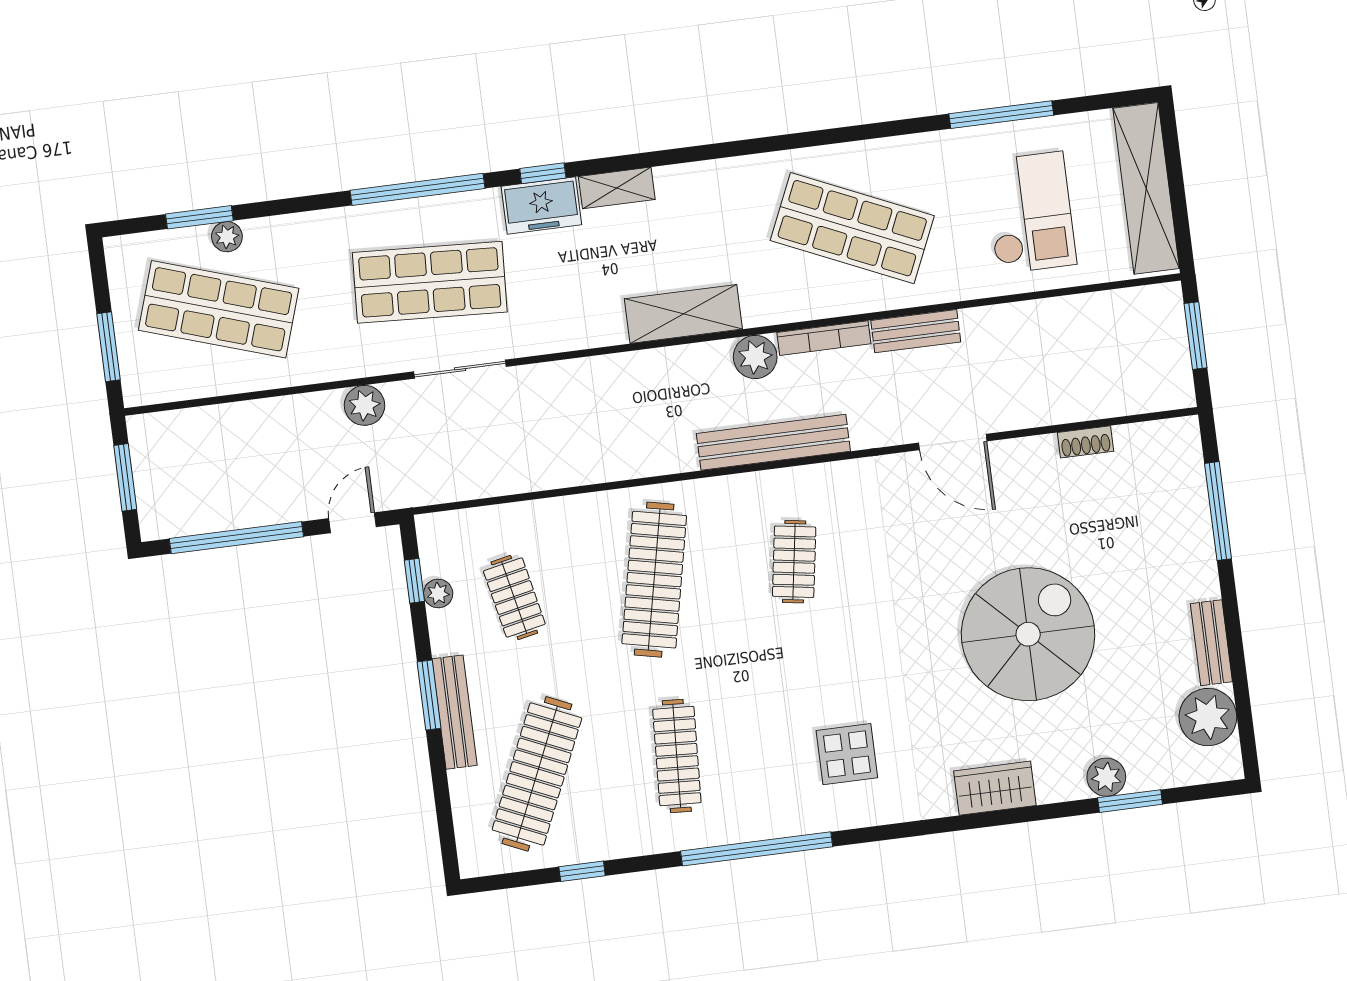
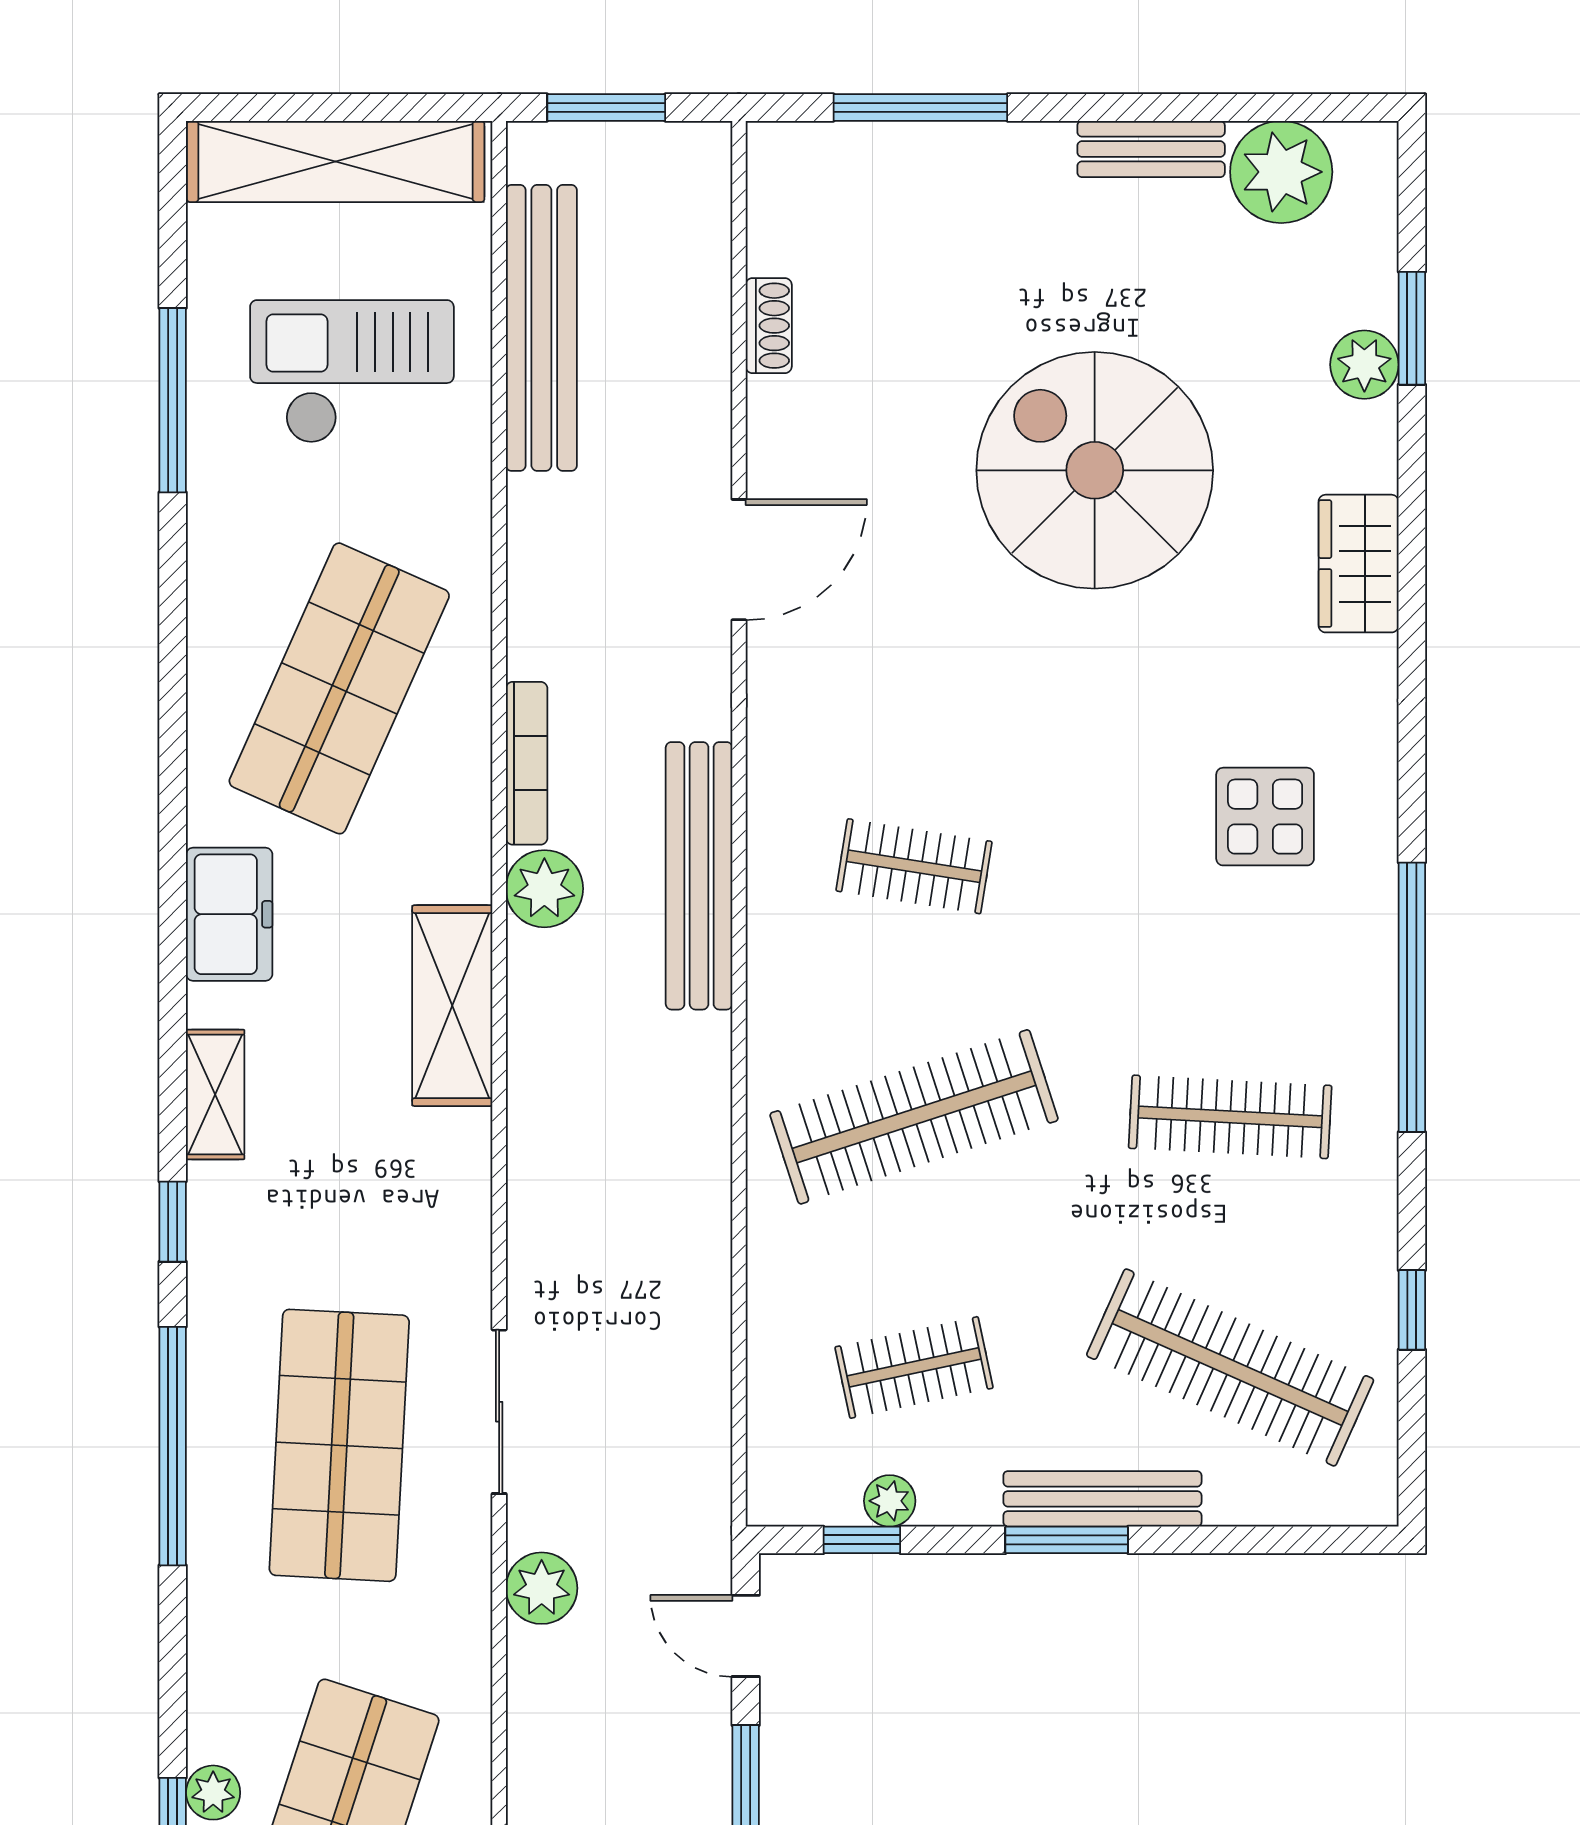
freezer: (541, 206) -> (229, 914), moved
bench: (916, 331) -> (541, 328), moved, width x1.86, depth x1.21
clothes rail: (654, 580) -> (914, 1117), turned -30

